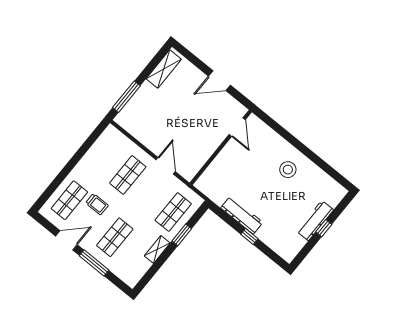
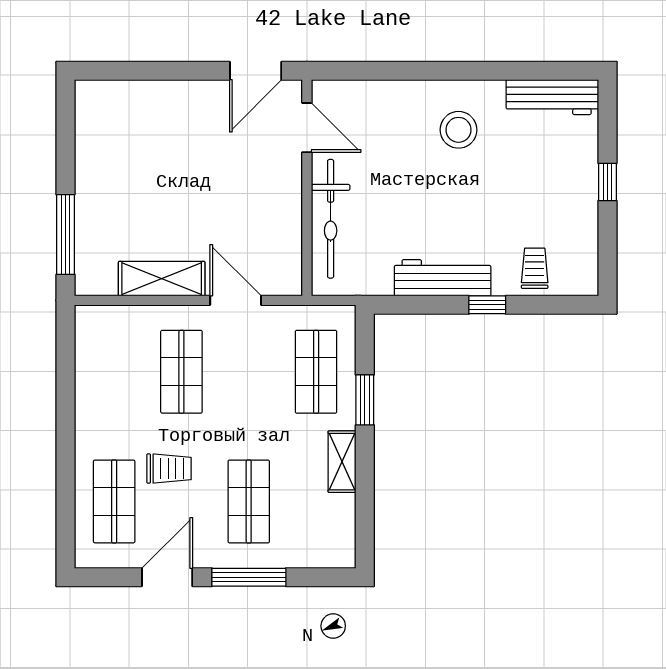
shelving: (164, 69) -> (162, 279), moved, turned 90
door: (219, 81) -> (256, 71), moved
bicycle: (220, 164) -> (331, 219), added
workbench: (315, 221) -> (552, 97), moved, turned -90
trolley: (275, 237) -> (535, 268), added

